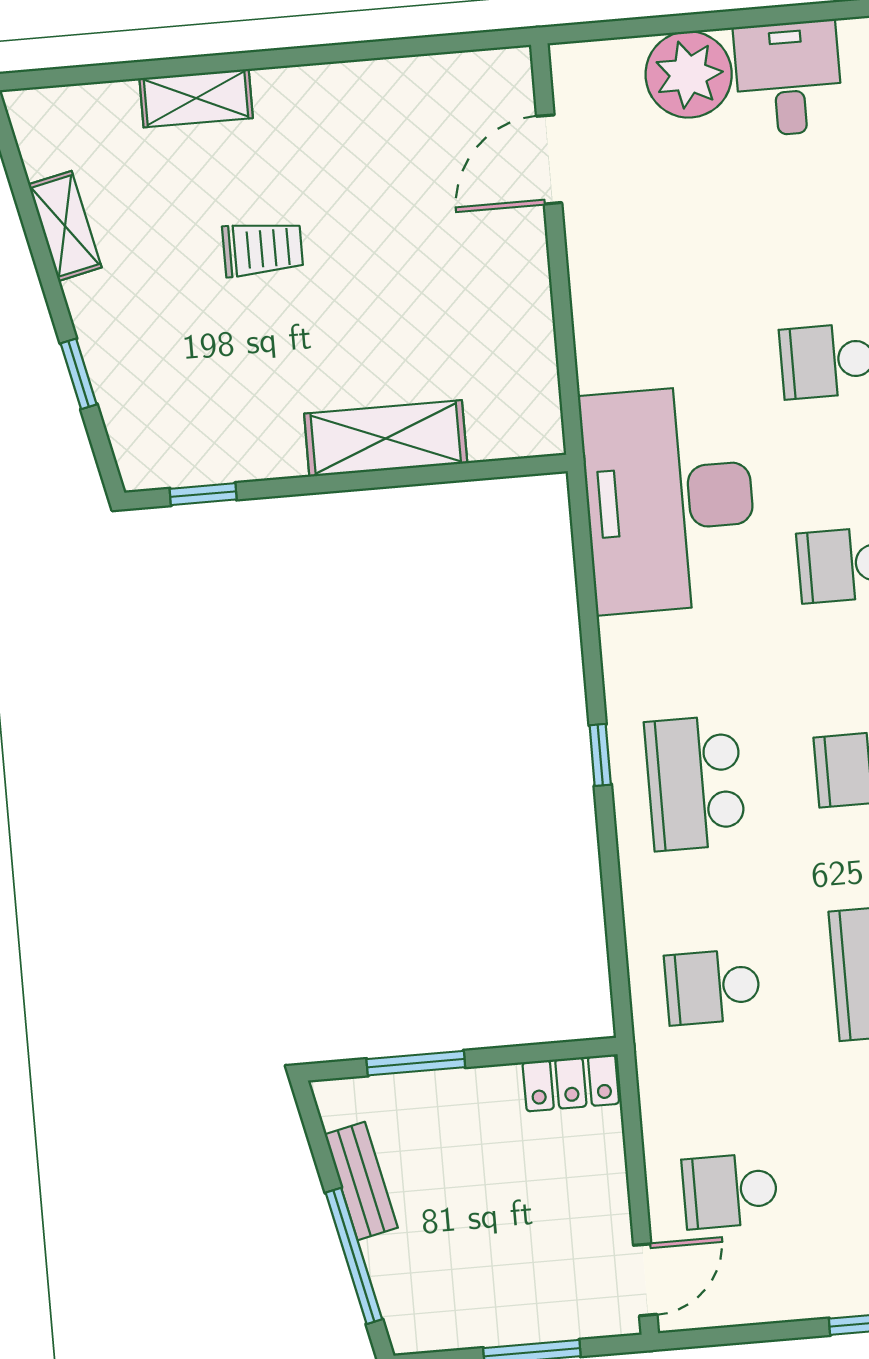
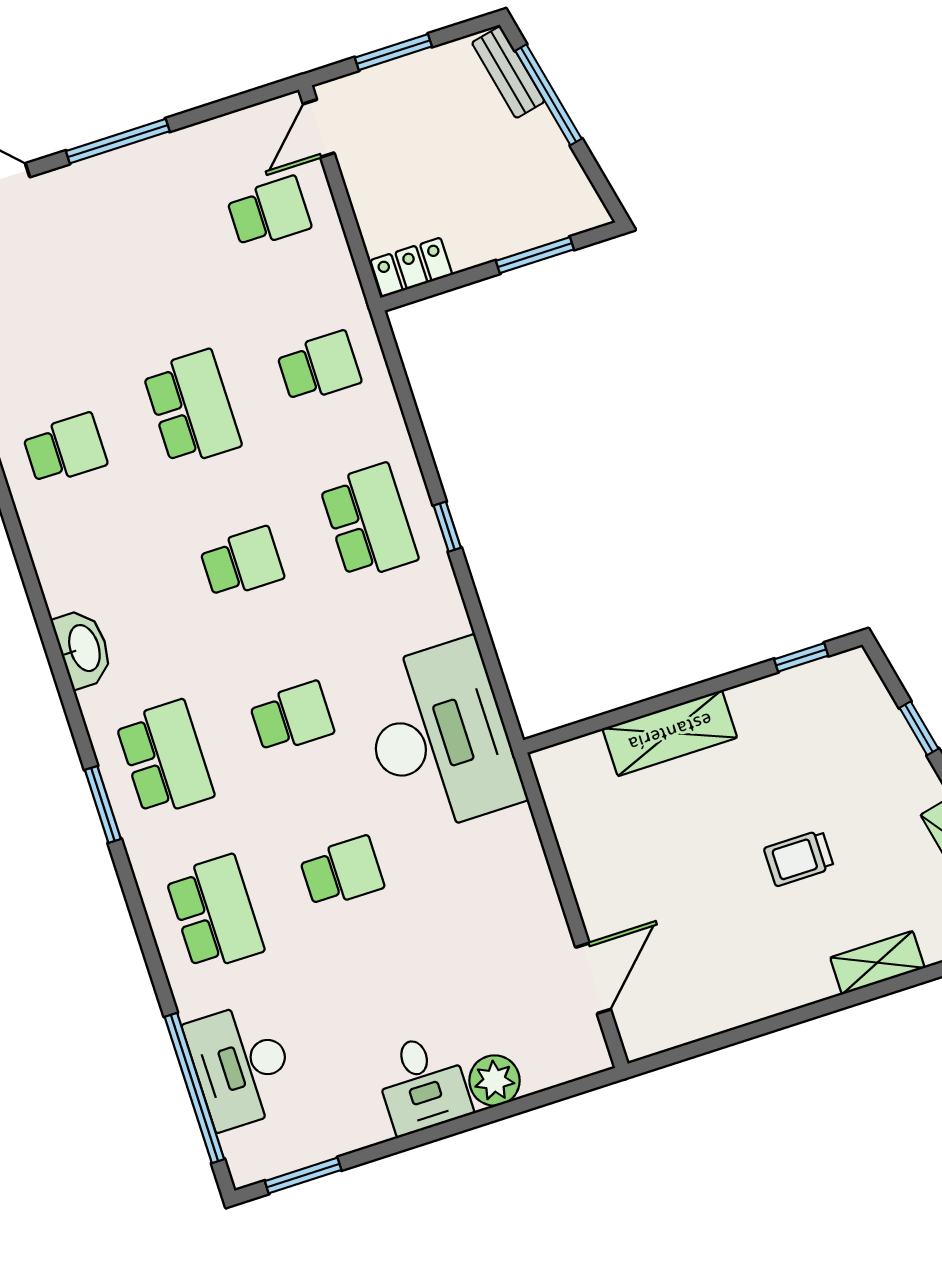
plant: (689, 74) -> (494, 1081), width x0.73, depth x0.73
bench: (361, 1181) -> (508, 72), moved

